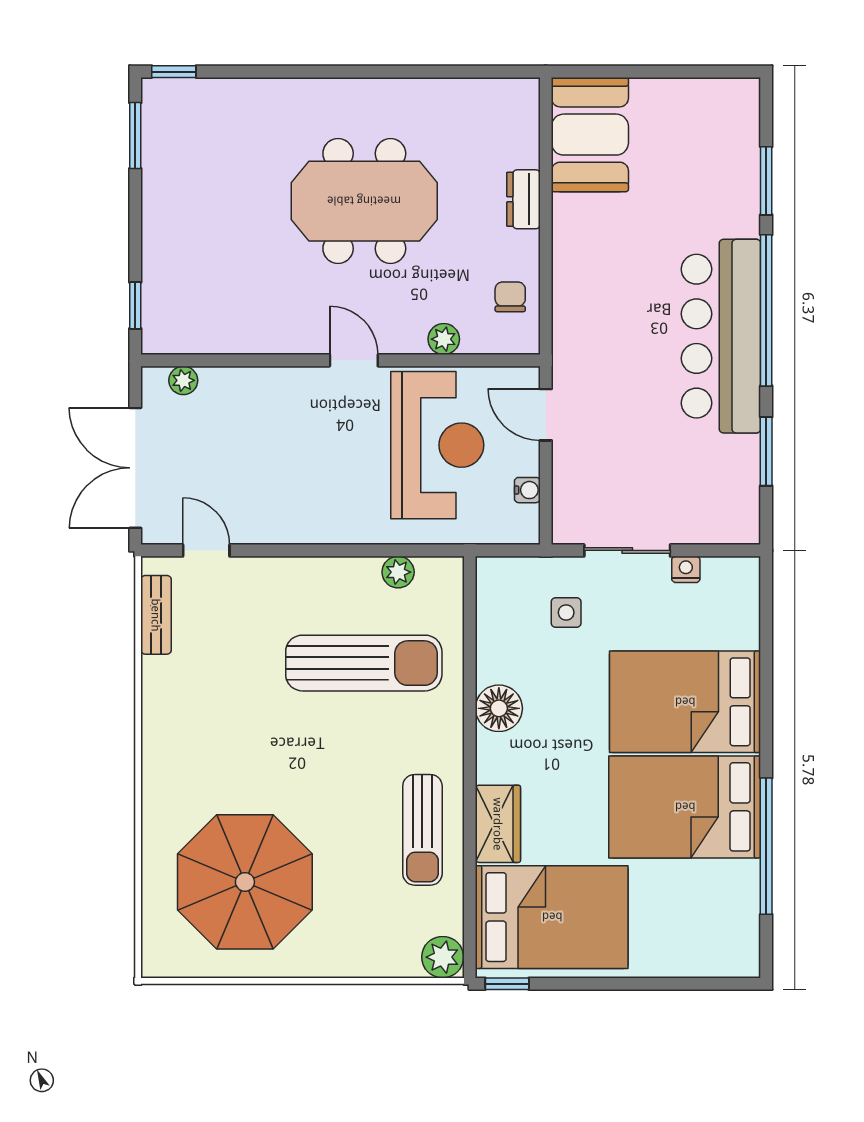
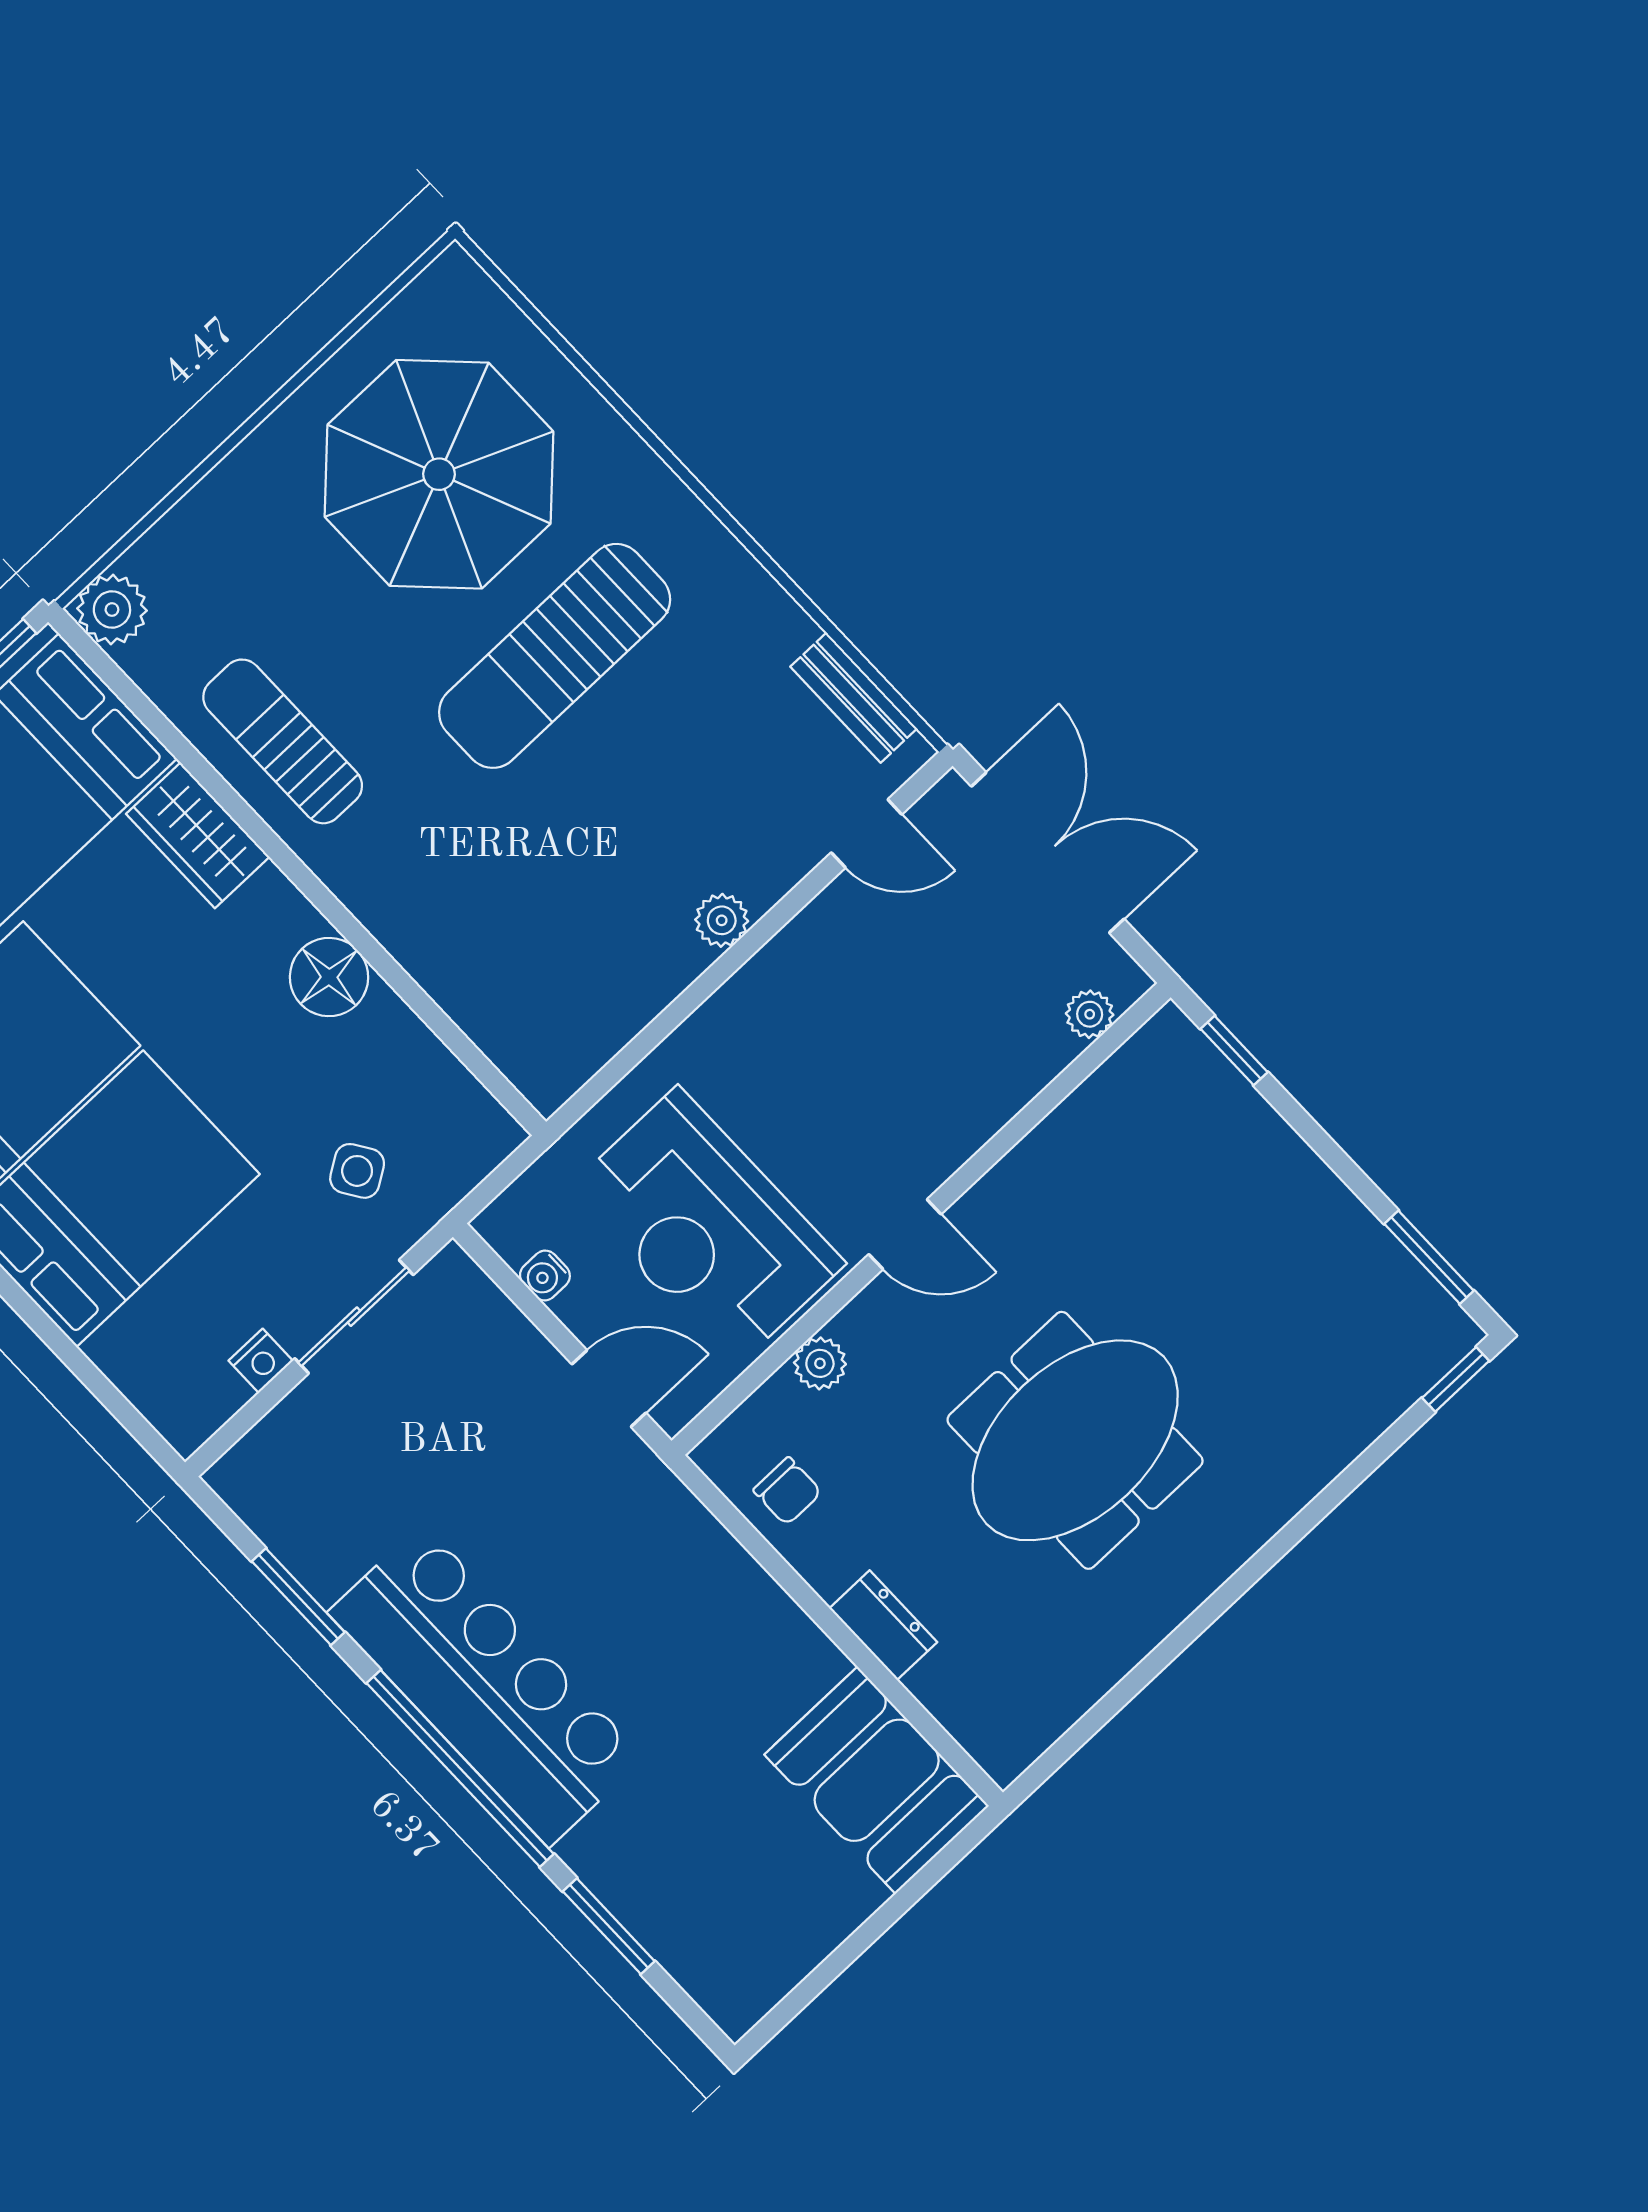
plant: (398, 572) -> (722, 920), moved
side table: (566, 612) -> (357, 1171), turned -33
sun lounger: (364, 663) -> (555, 656), moved

